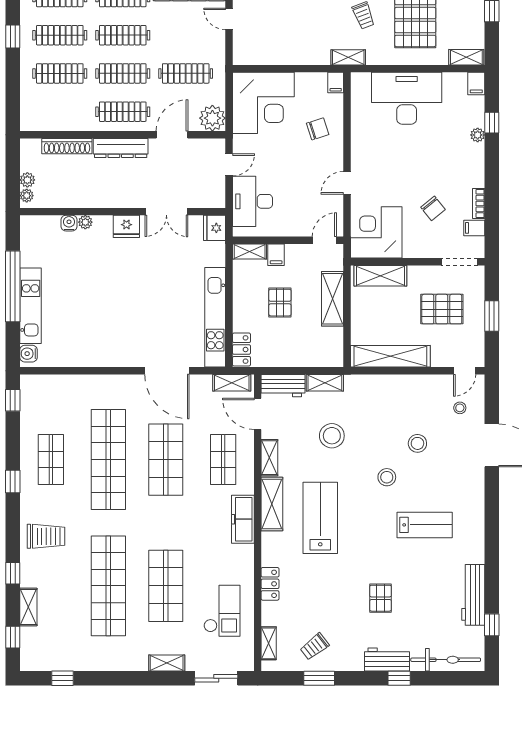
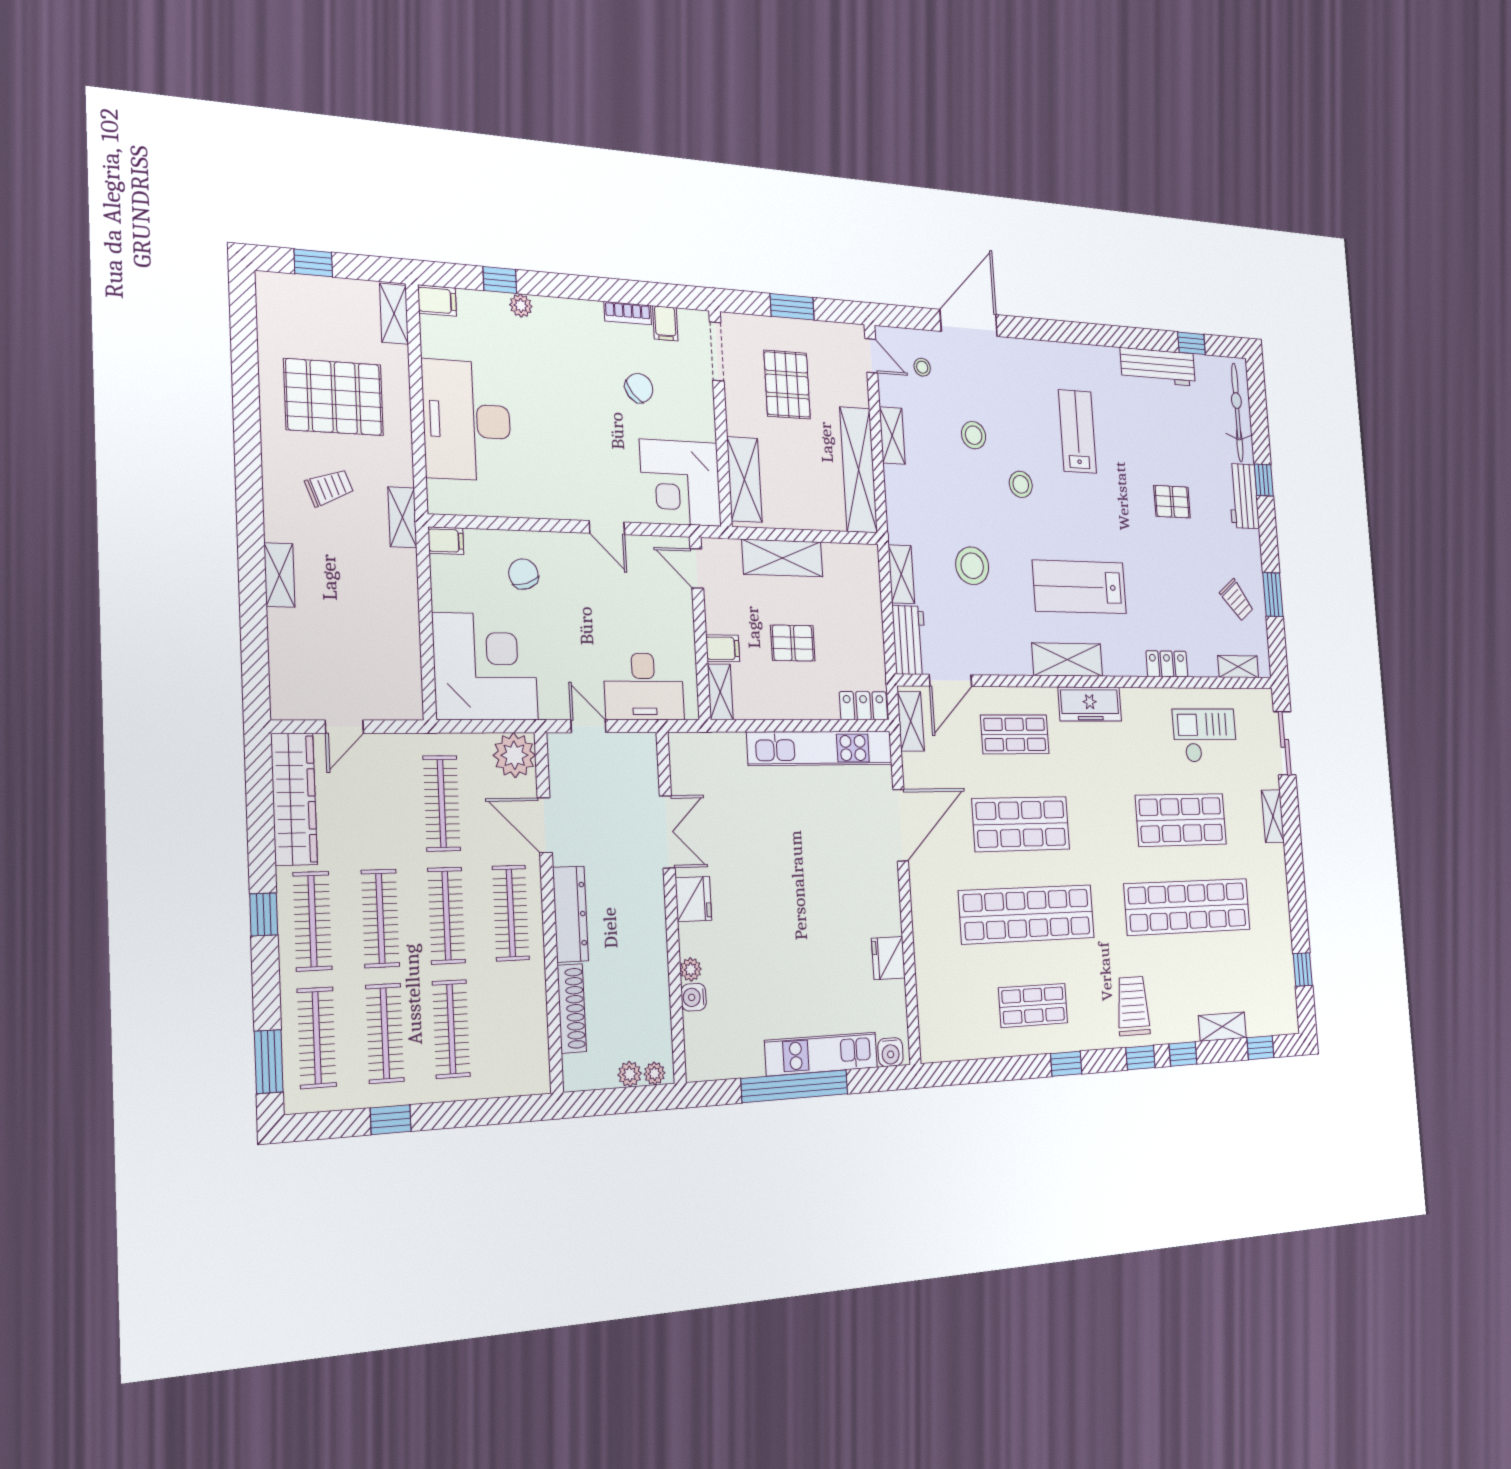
fridge: (215, 228) -> (888, 958), moved, turned 90
window: (13, 400) -> (1141, 1058), moved
shelving: (269, 458) -> (892, 436), moved, turned 90

